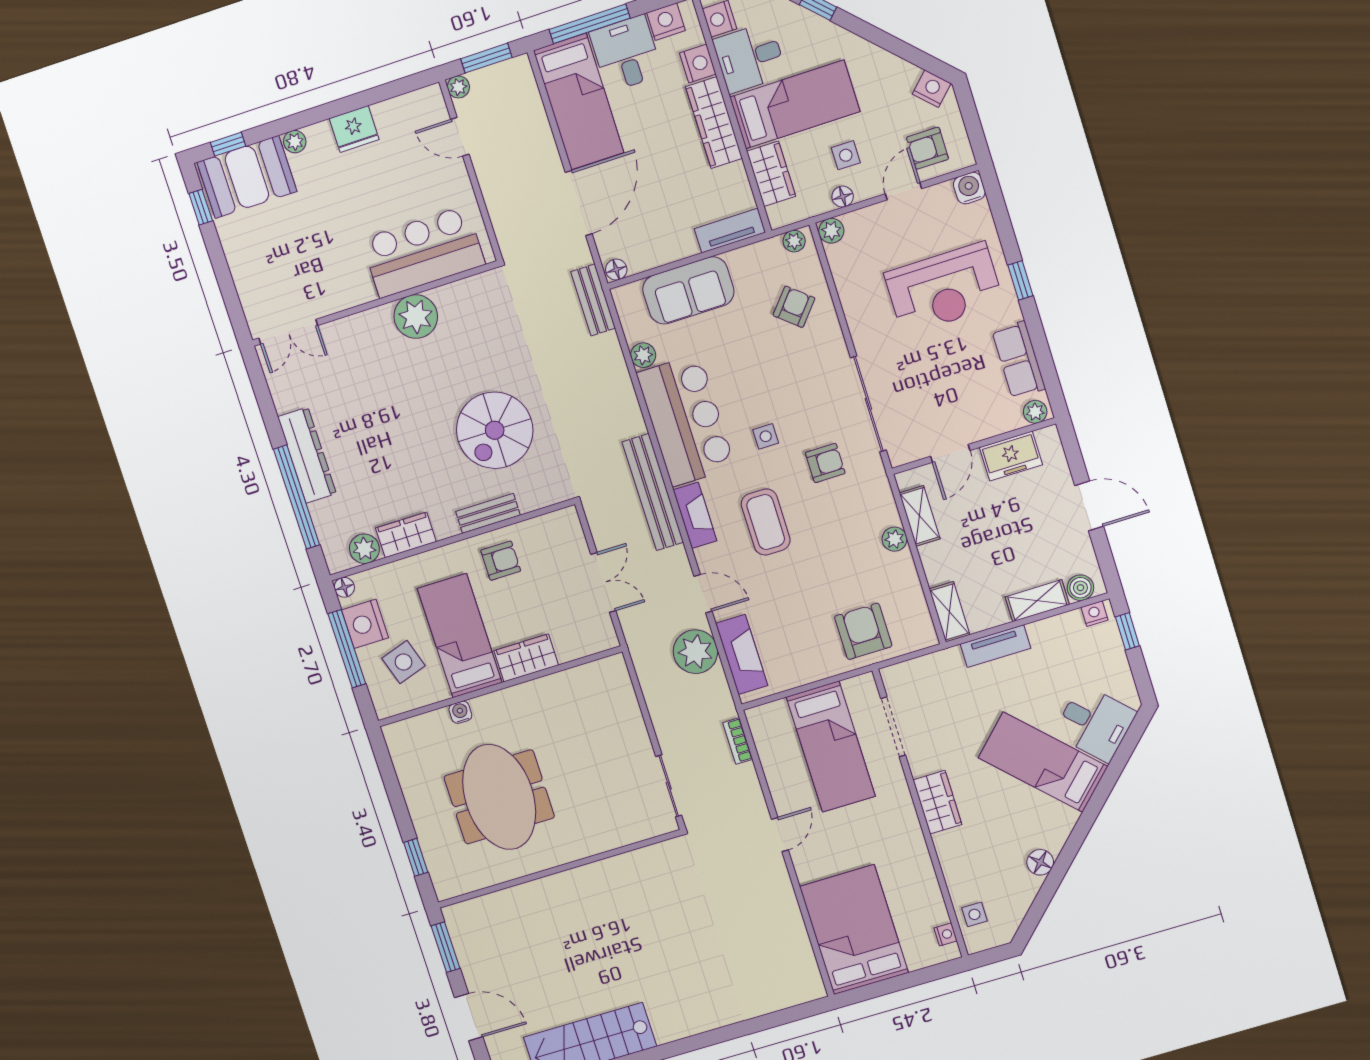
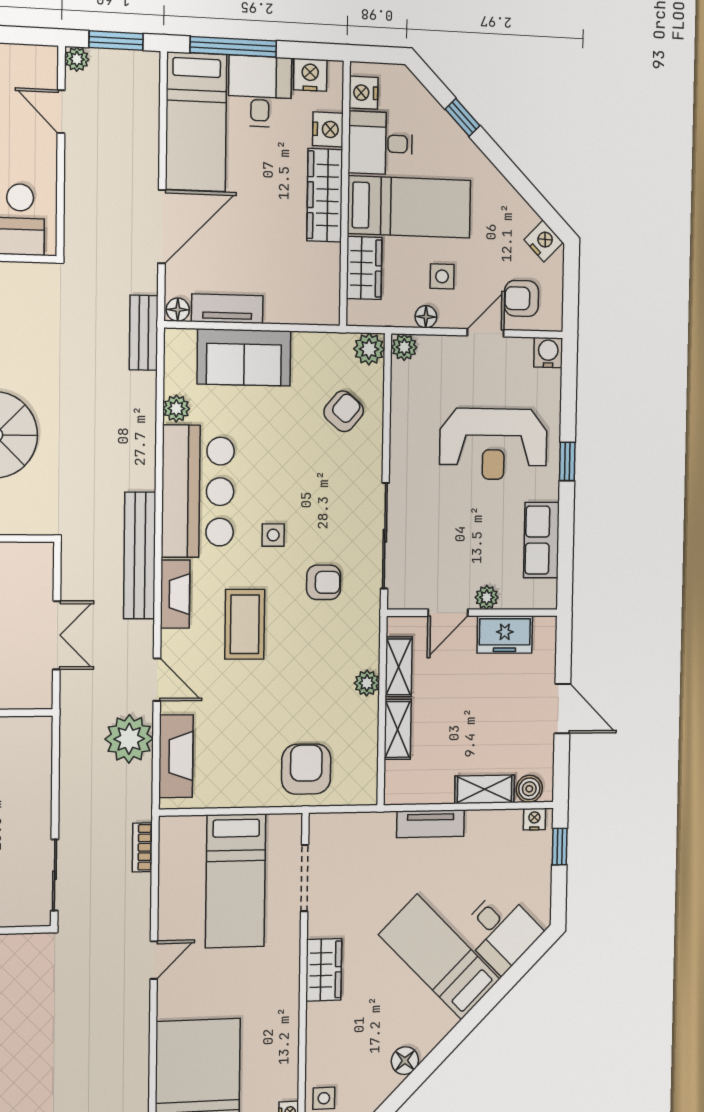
tv unit: (730, 231) -> (227, 309), moved
plant: (794, 241) -> (369, 349), width x1.38, depth x1.38
plant: (1035, 412) -> (487, 597), moved
shelving: (949, 612) -> (398, 729), moved

